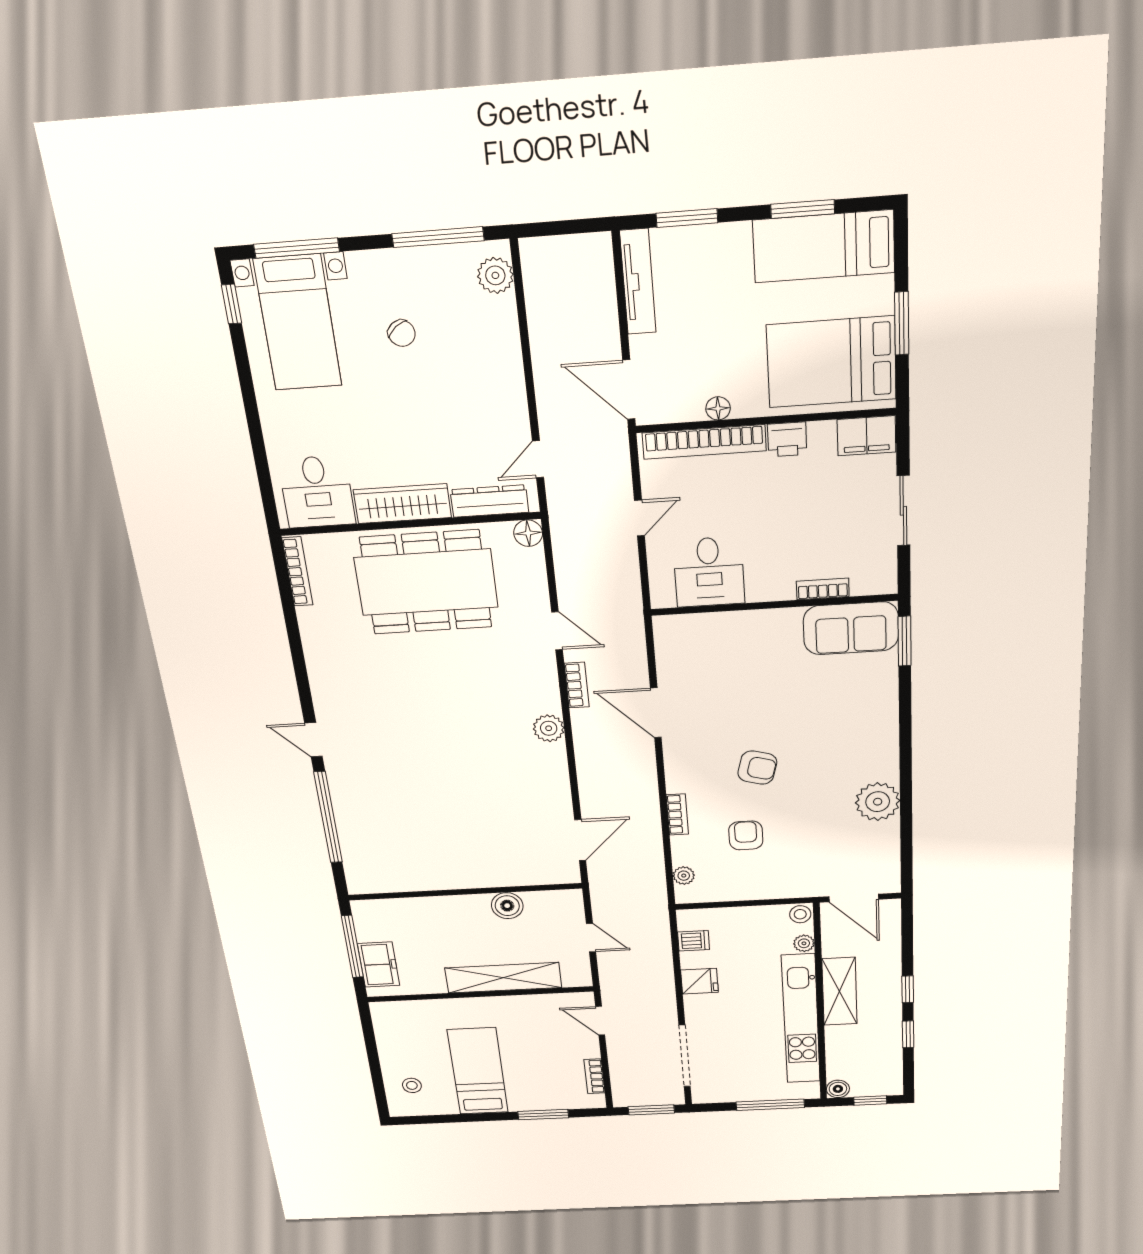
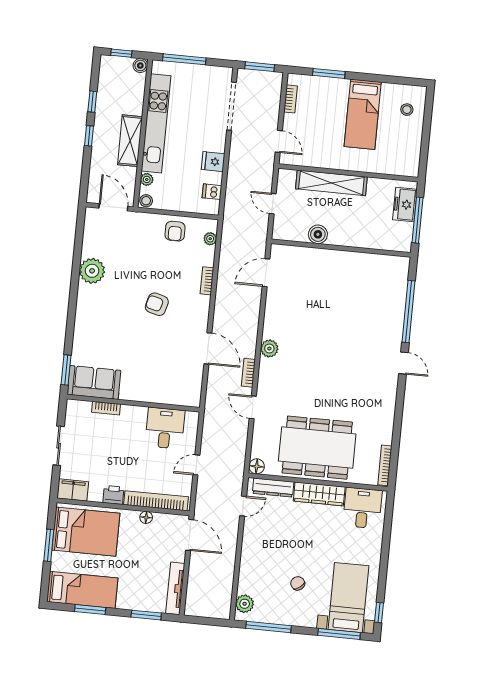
armchair: (746, 835) -> (175, 231), moved

